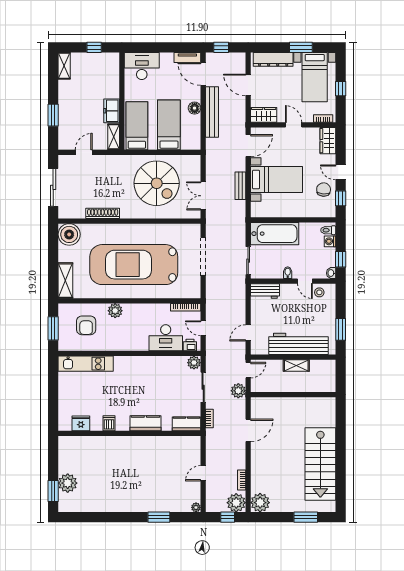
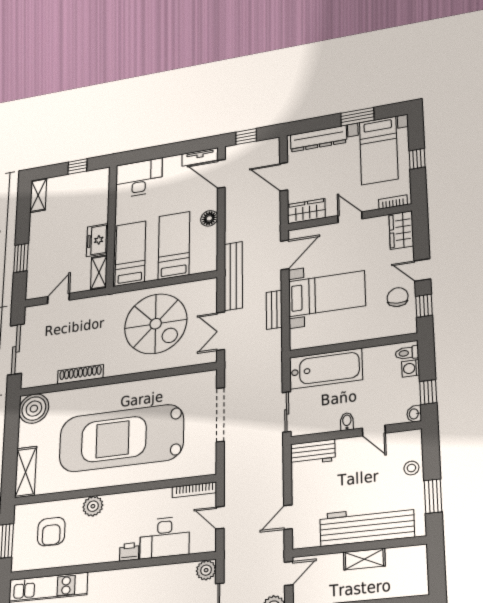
bench: (212, 112) -> (233, 276), moved
stool: (319, 292) -> (411, 468), moved
printer: (190, 345) -> (129, 552), moved

